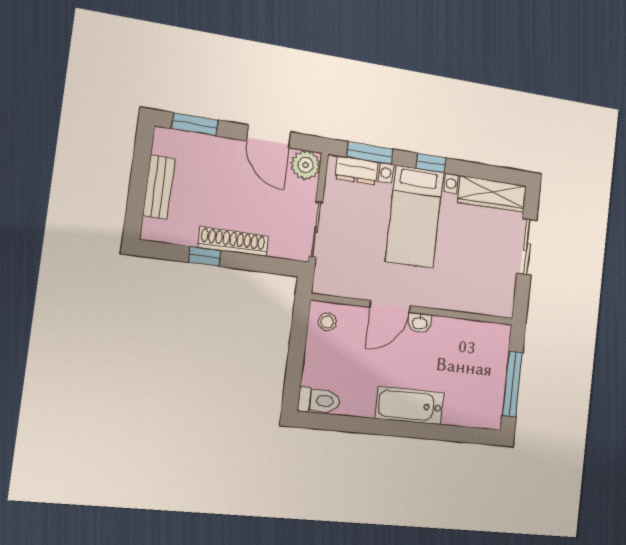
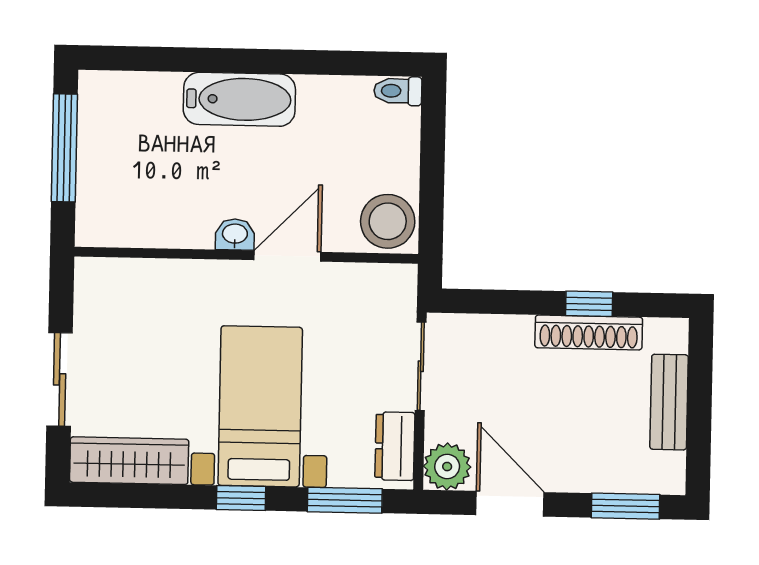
dresser: (357, 170) -> (395, 446), moved, turned -90
shoe rack: (233, 242) -> (589, 332), moved
stool: (327, 322) -> (388, 221), width x1.89, depth x1.89
toilet: (319, 401) -> (398, 91), width x0.73, depth x0.72

